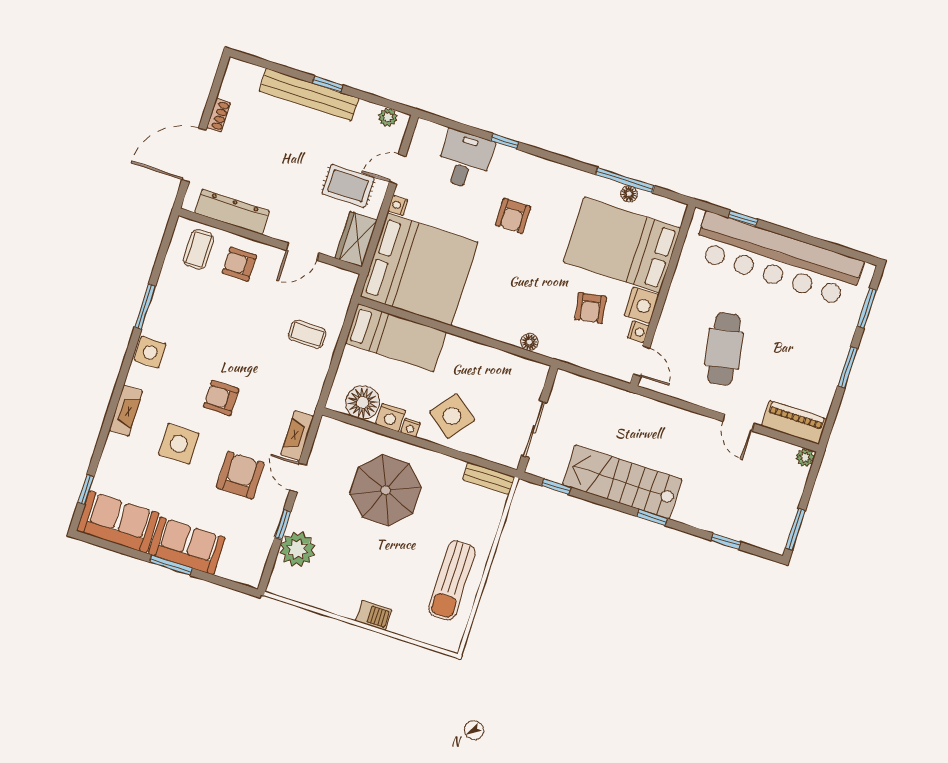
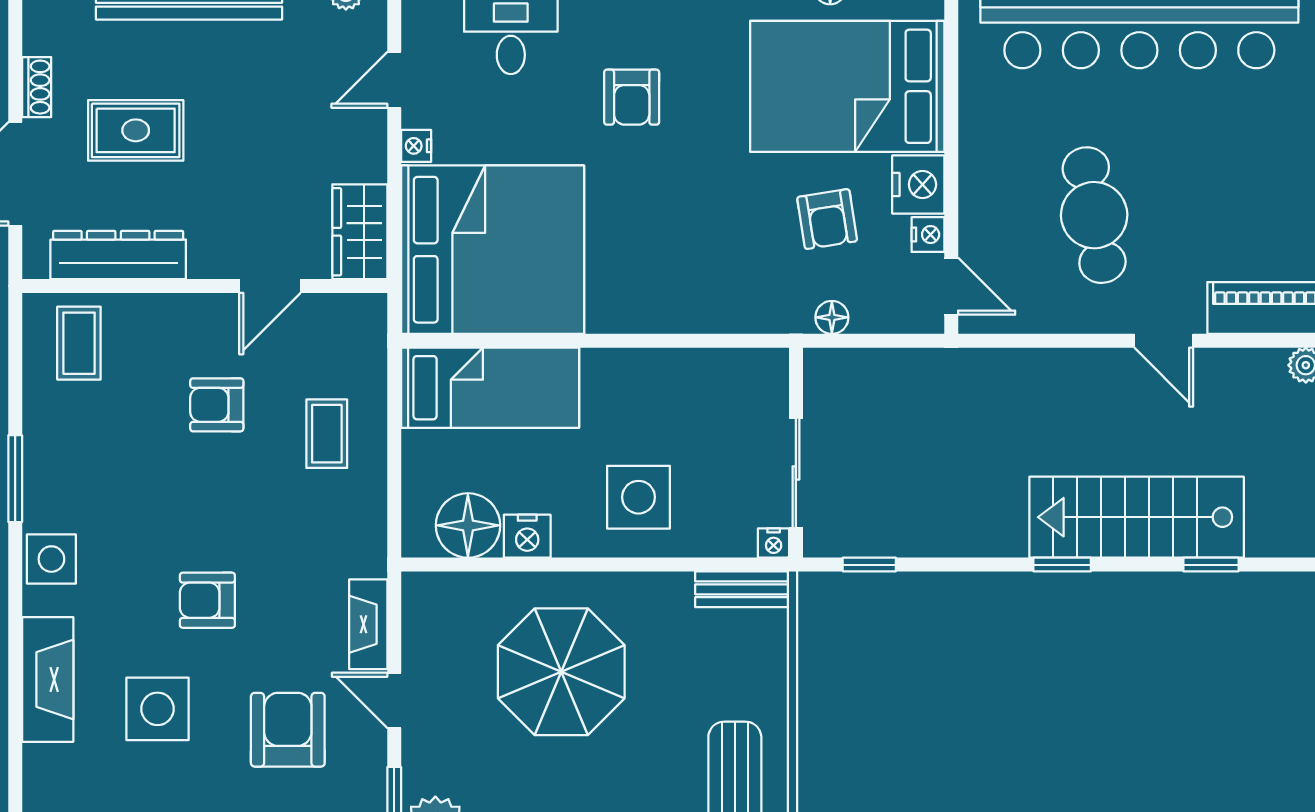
rug: (348, 186) -> (136, 130), moved
armchair: (239, 264) -> (217, 405), moved
coffee table: (307, 334) -> (327, 434), turned 90
floor lamp: (529, 342) -> (832, 317), moved
fireplace: (126, 411) -> (48, 679), width x1.37, depth x1.32
side table: (452, 416) -> (639, 497), turned -38
nightstand: (410, 428) -> (774, 543), moved
stairs: (622, 482) -> (1137, 517), moved

